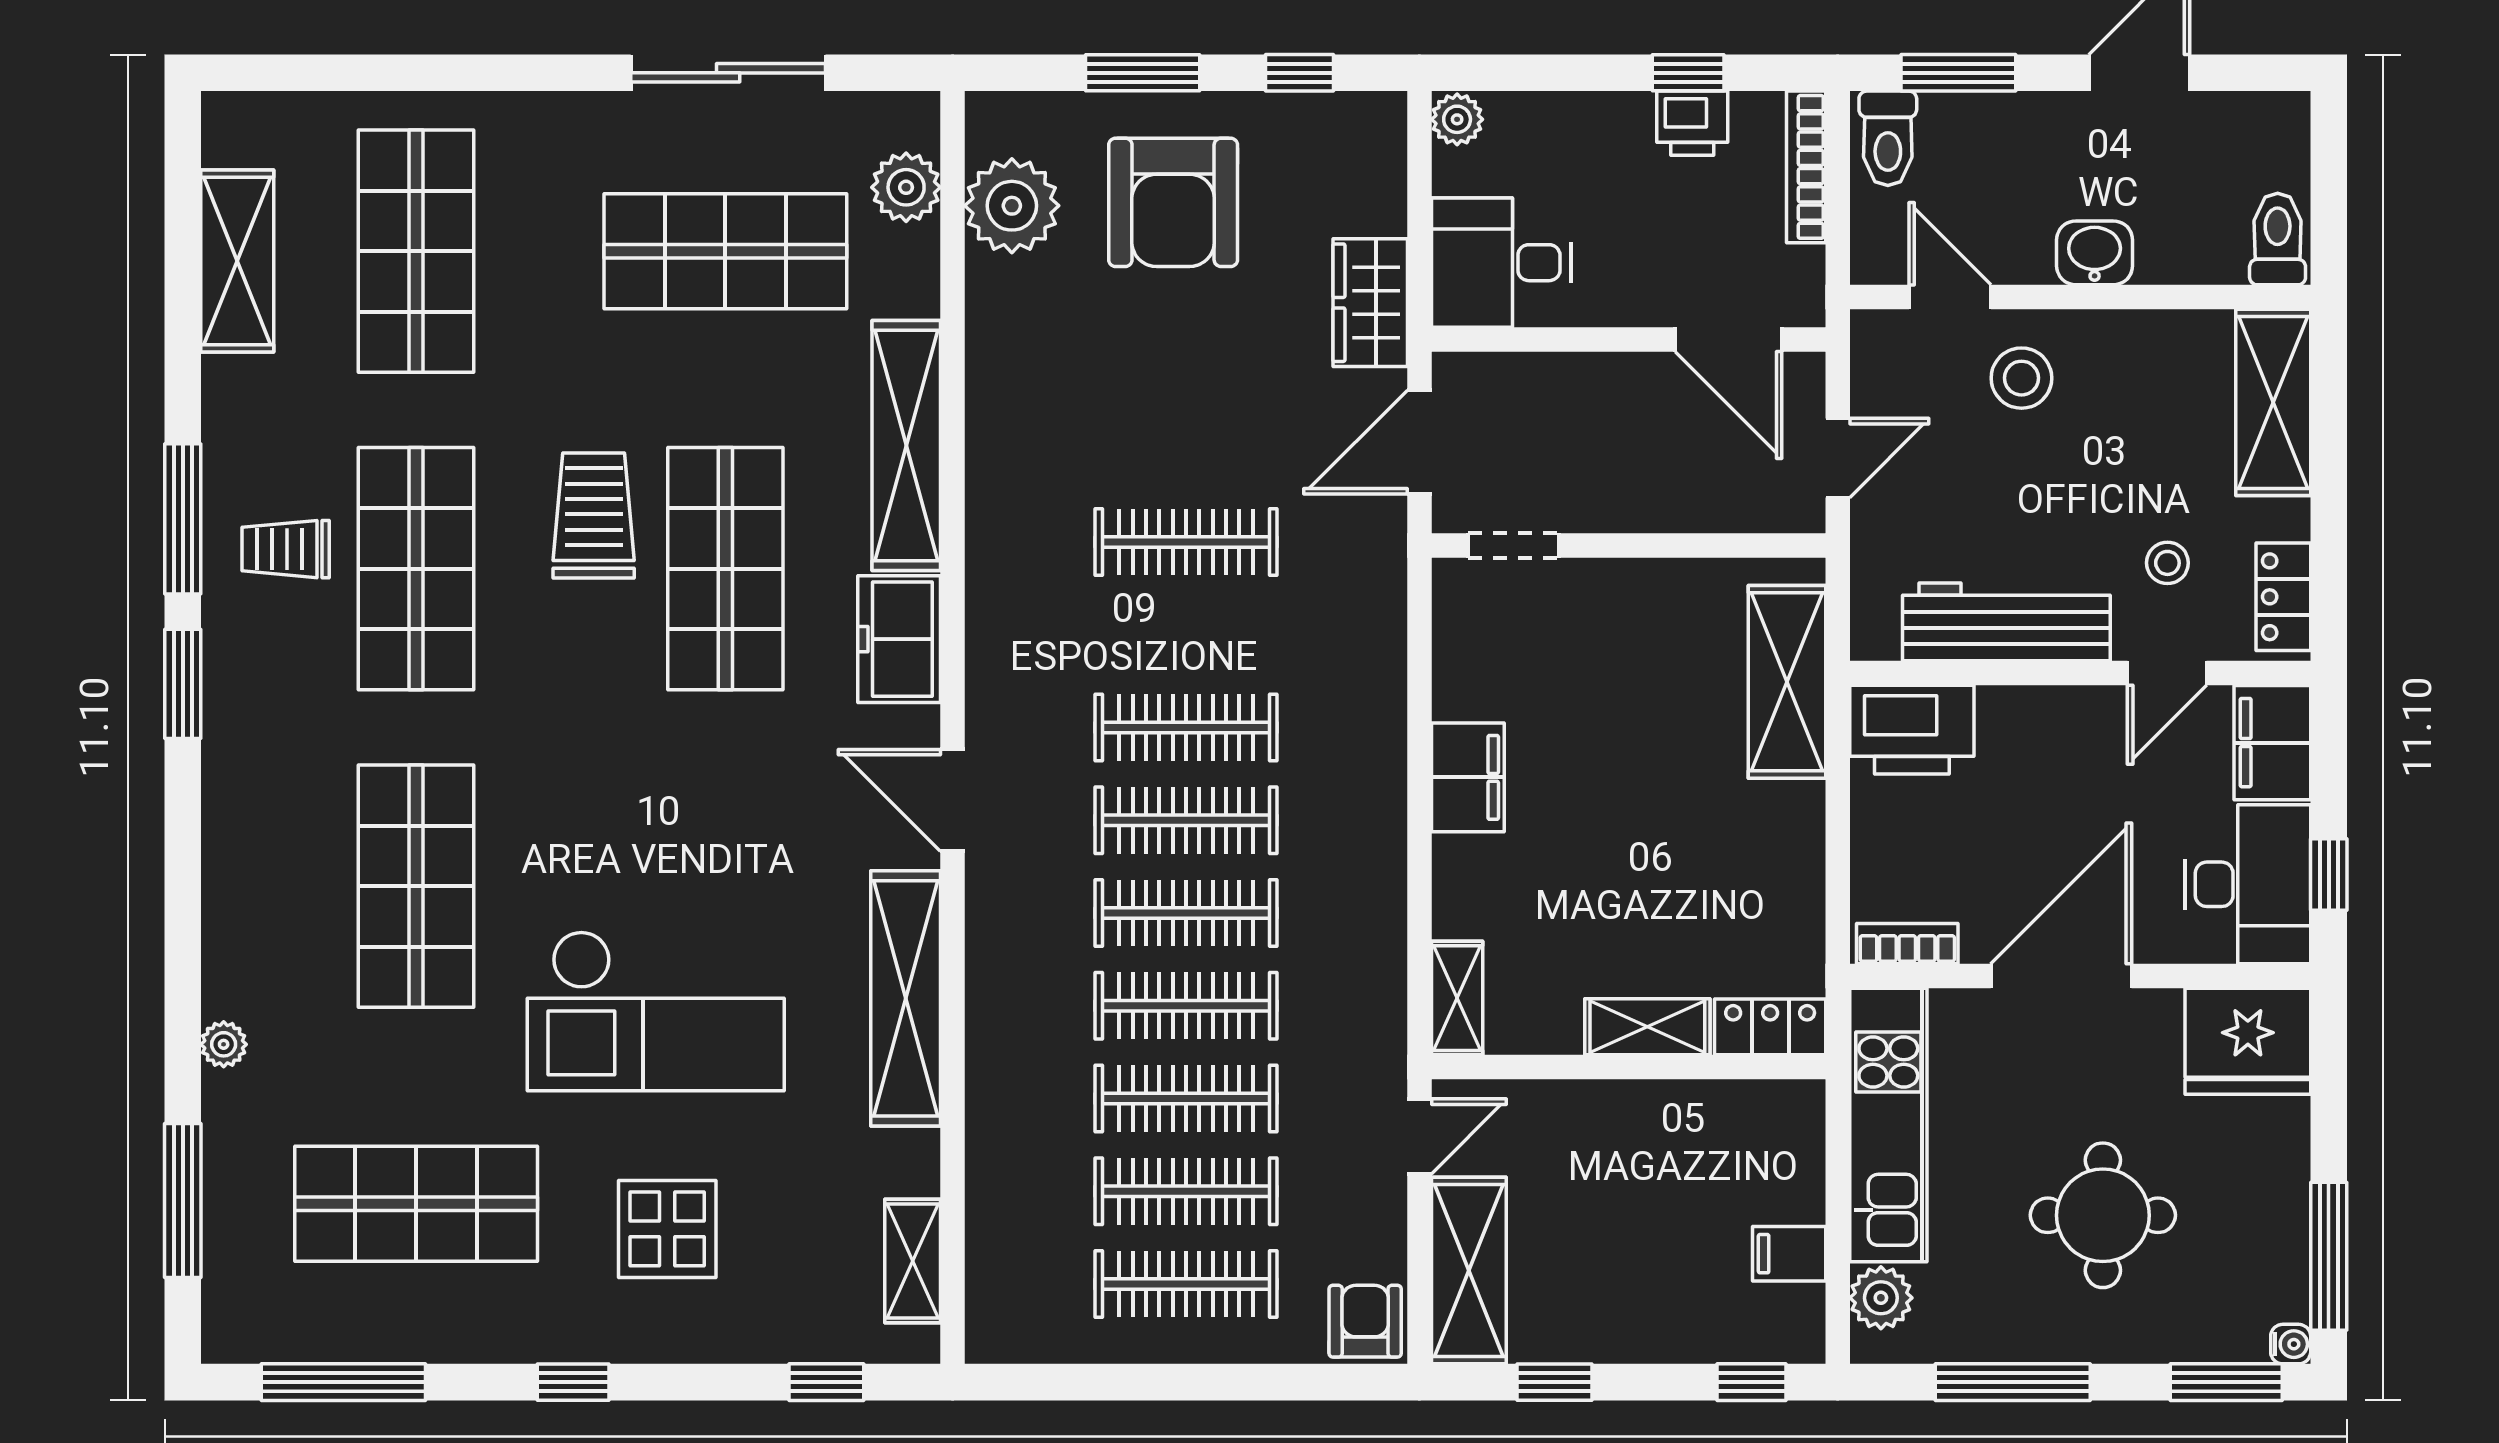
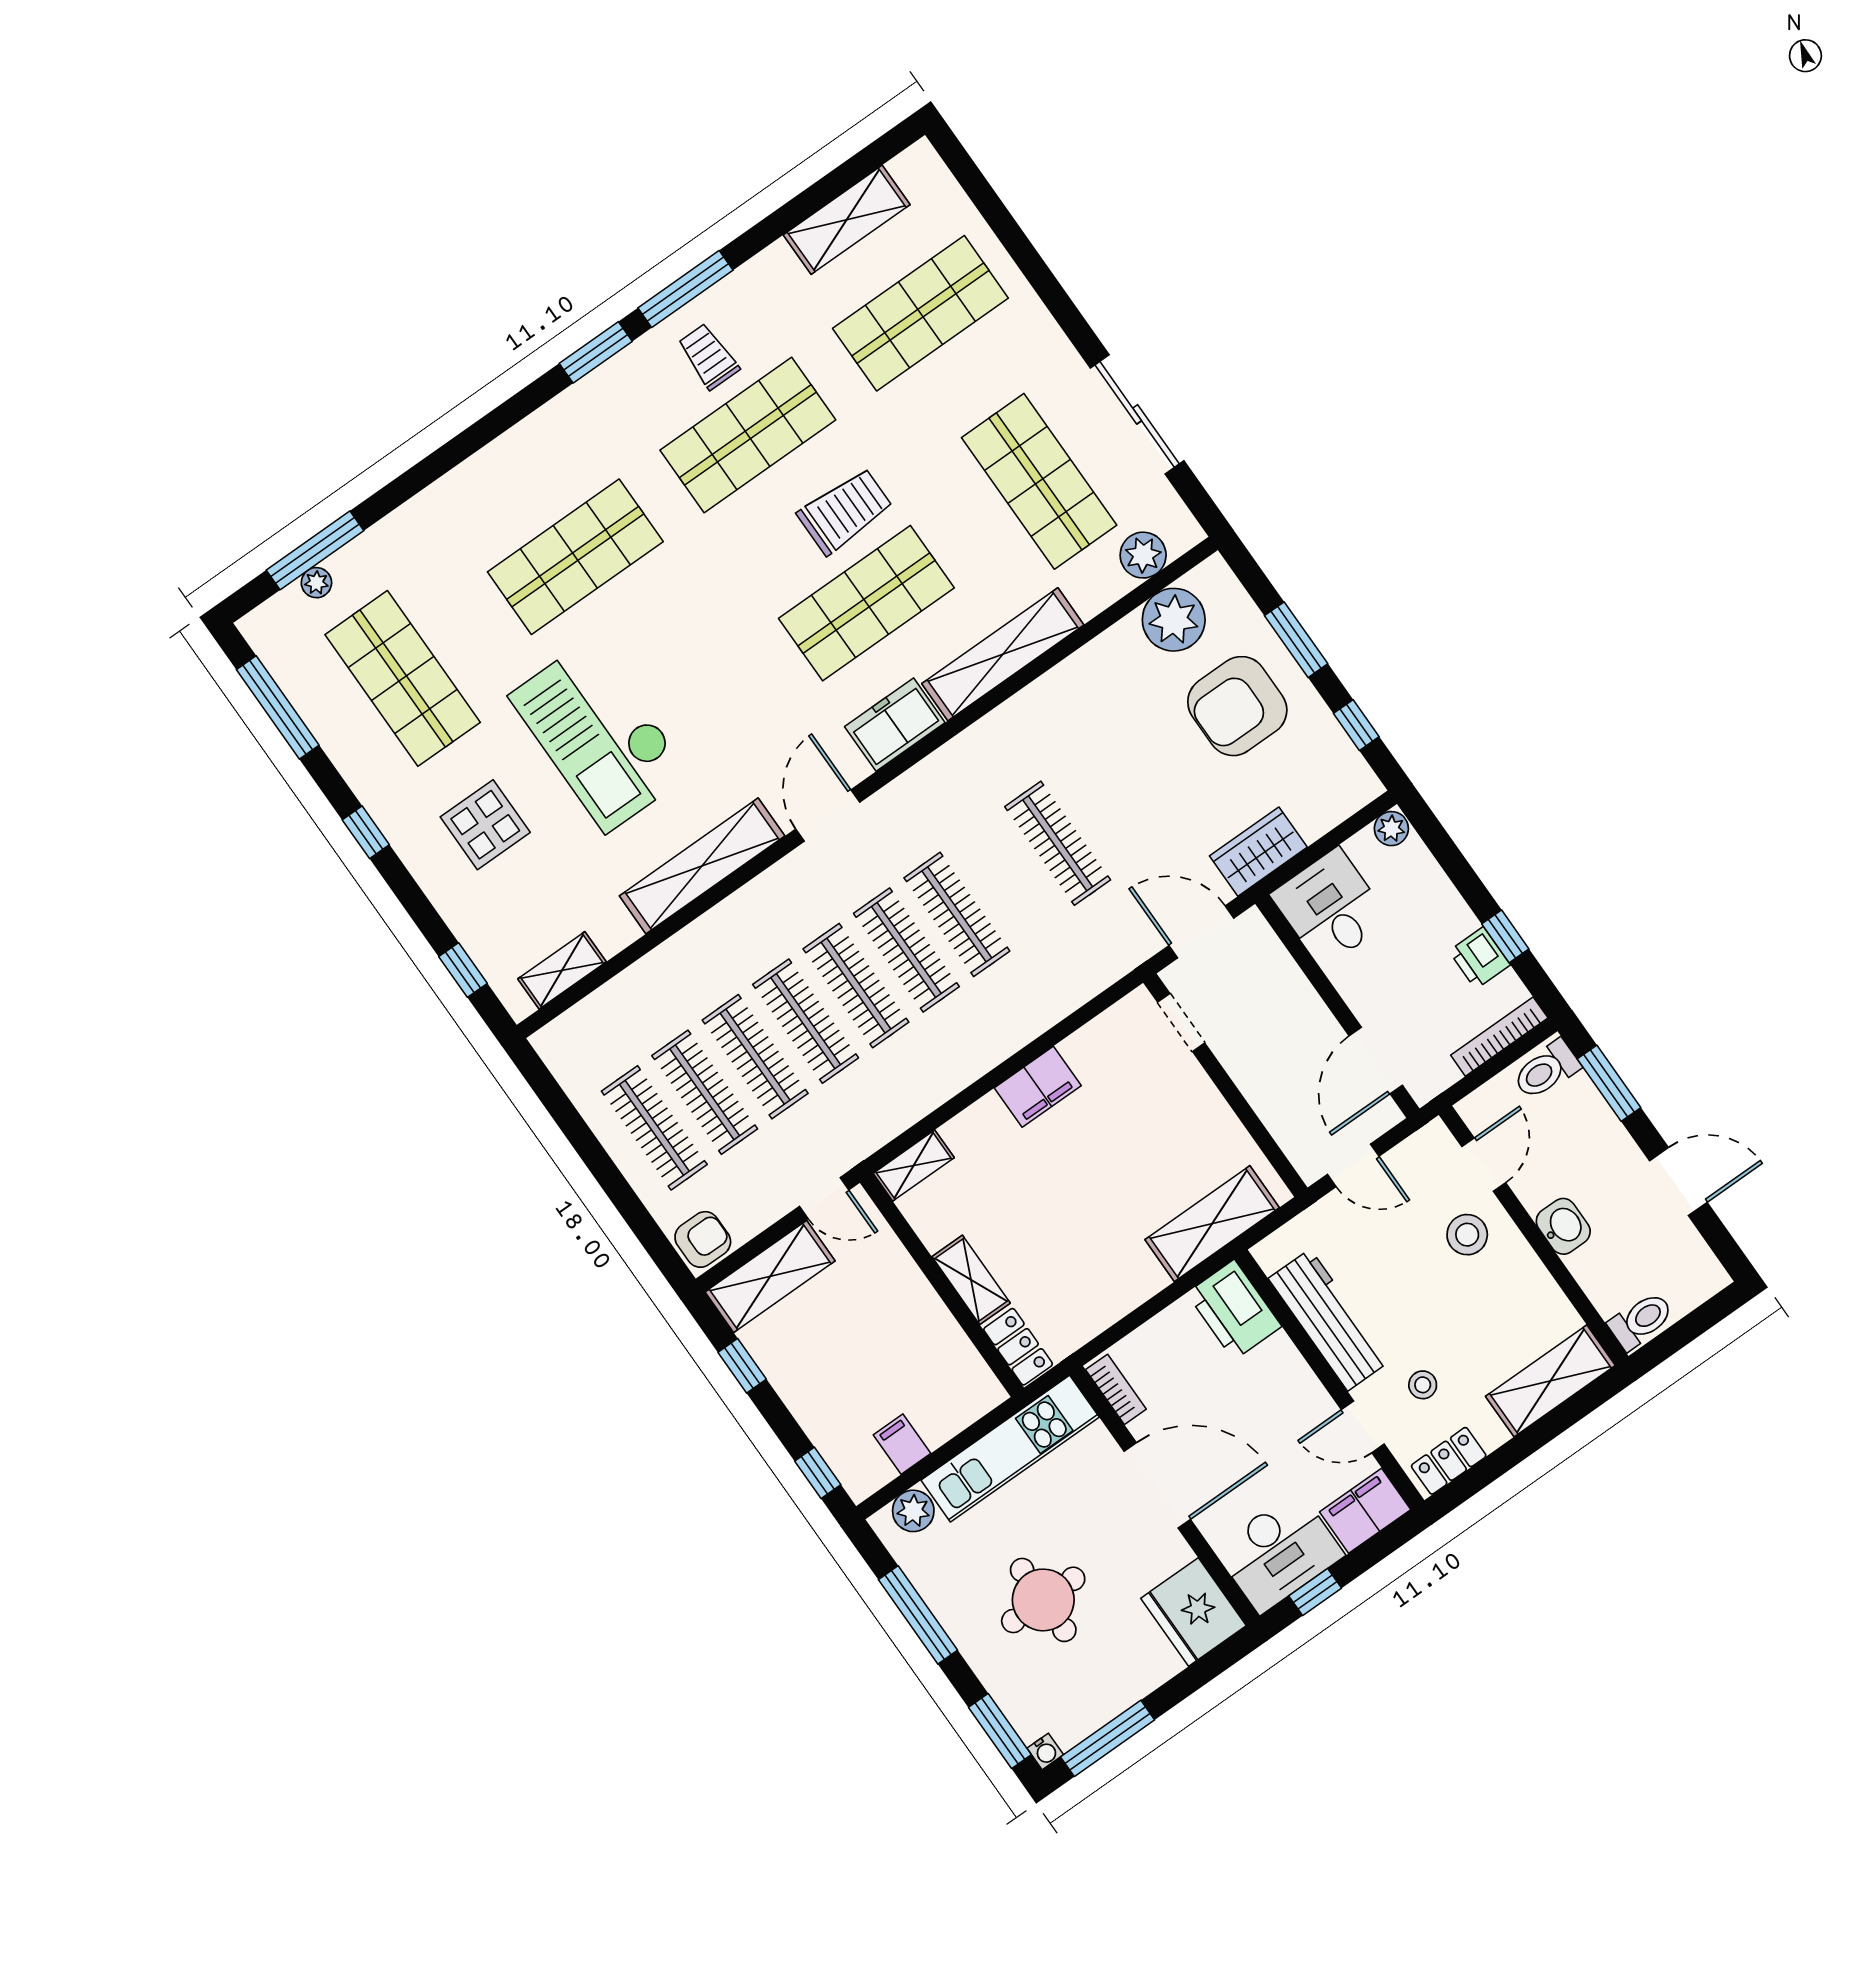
plant: (224, 1044) -> (316, 583), moved

